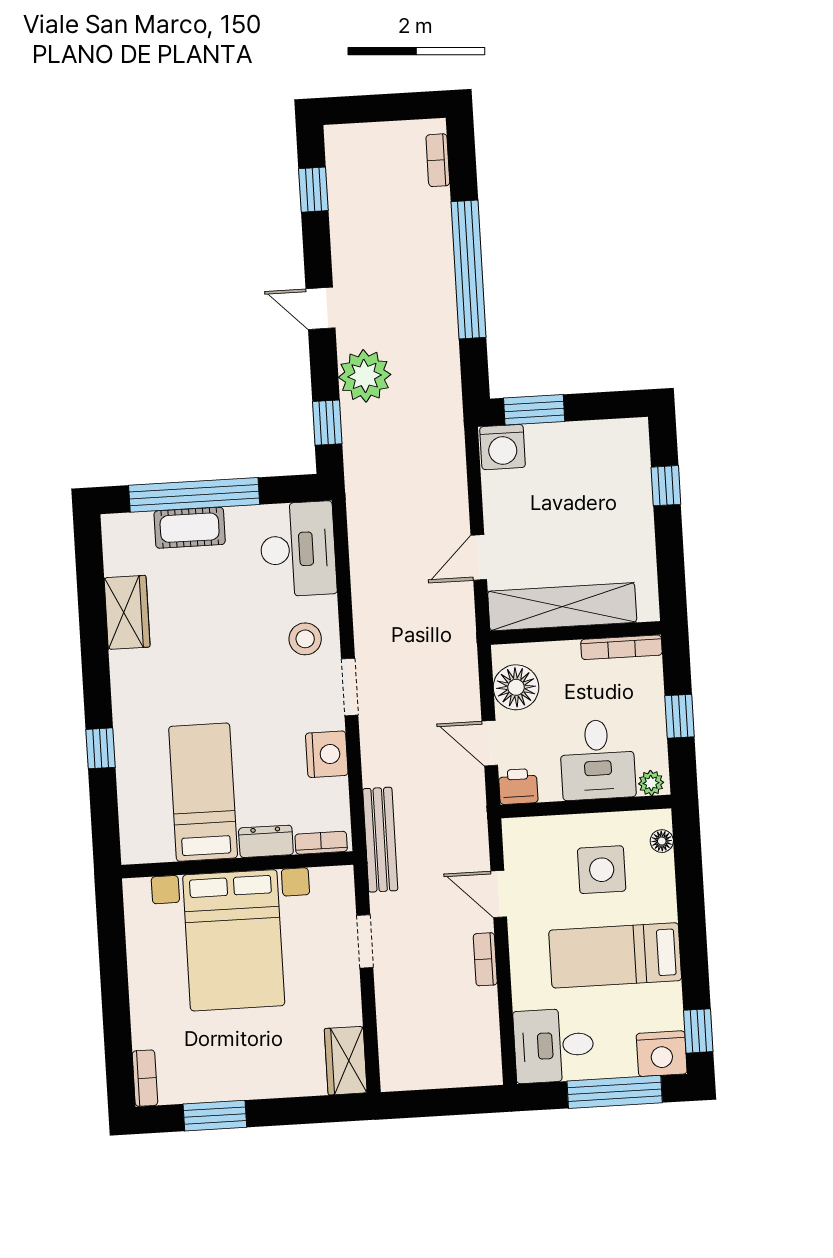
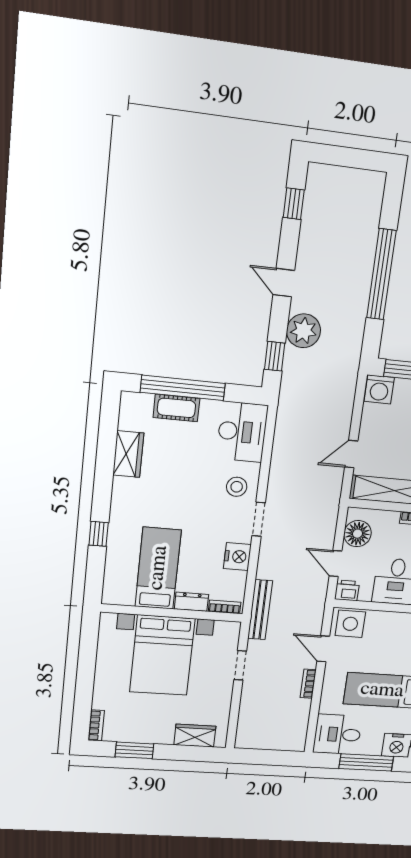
bookcase: (438, 160) -> (377, 199), removed
side table: (602, 870) -> (350, 624), moved
wardrobe: (346, 1061) -> (195, 736), moved, turned 90

